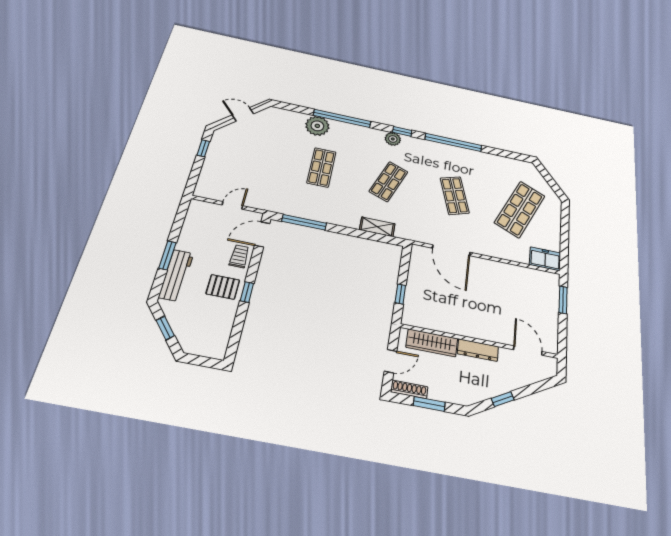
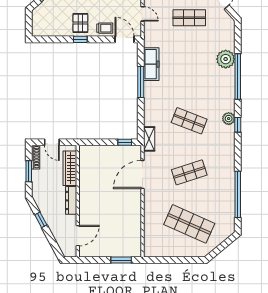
window: (453, 142) -> (238, 194), moved
shop shelf: (321, 167) -> (189, 18), moved
window: (304, 222) -> (141, 82), moved
shelving: (377, 227) -> (149, 139), moved
freezer: (545, 259) -> (151, 64), moved, width x1.40
window: (400, 294) -> (125, 142), moved

